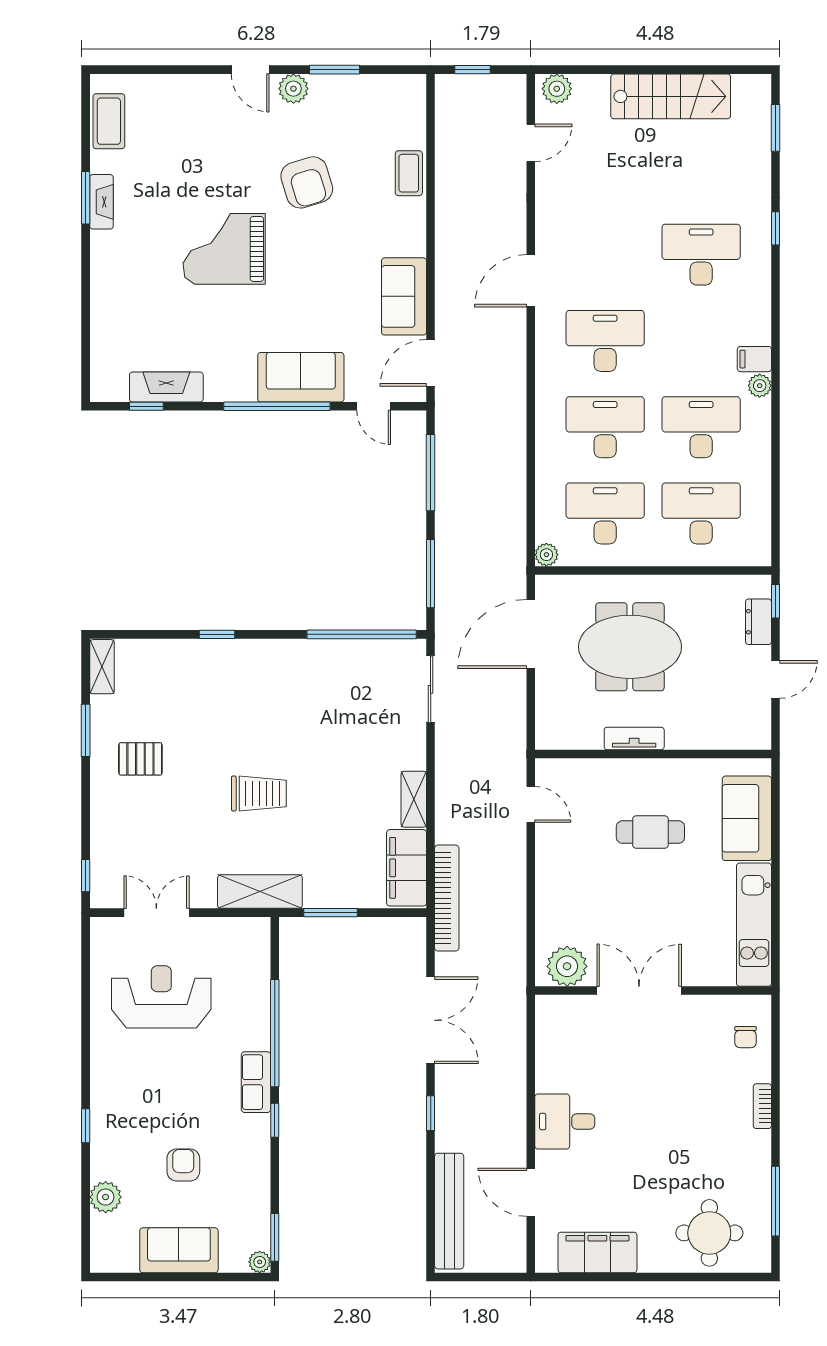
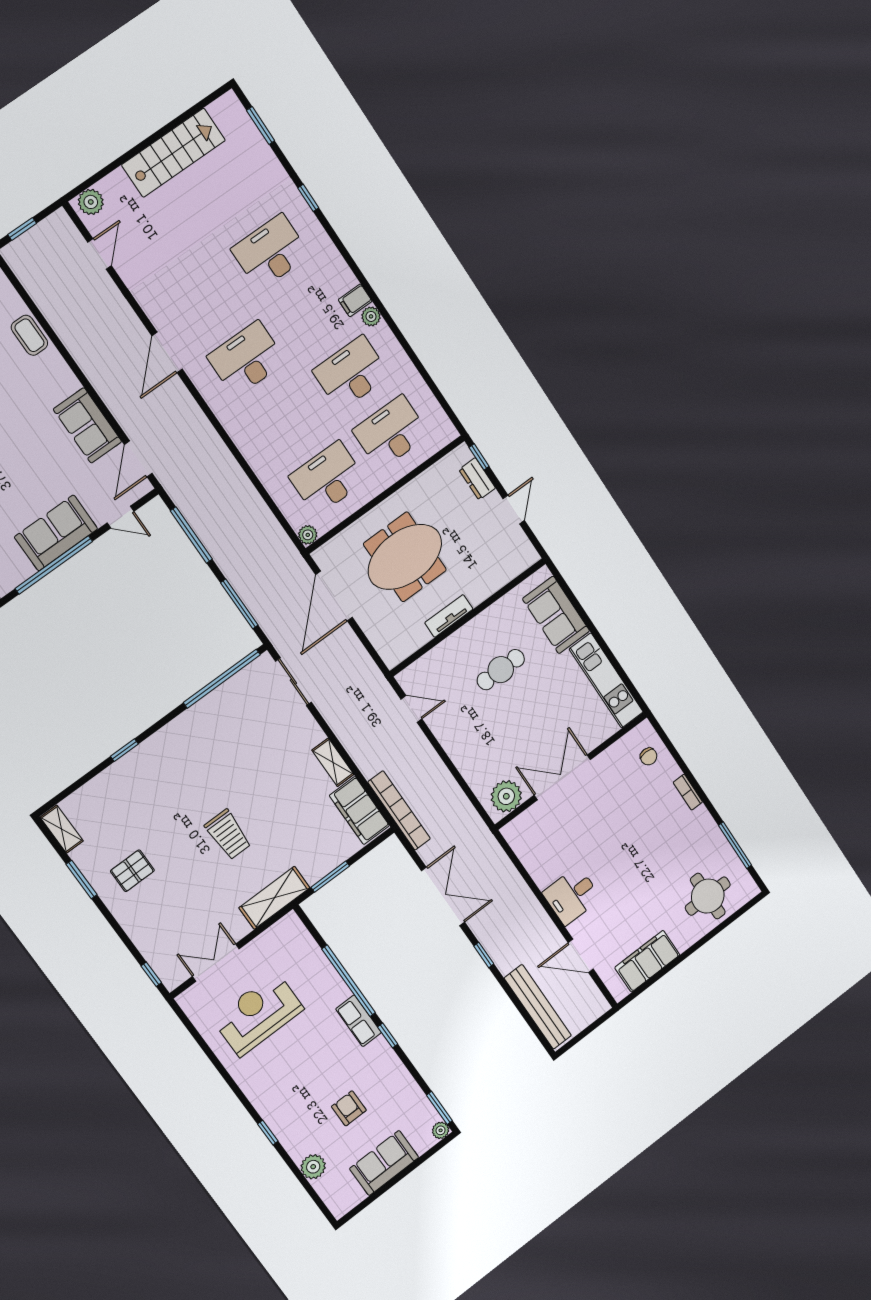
desk: (605, 427) -> (287, 419), removed
trolley: (259, 793) -> (228, 835), turned 90

